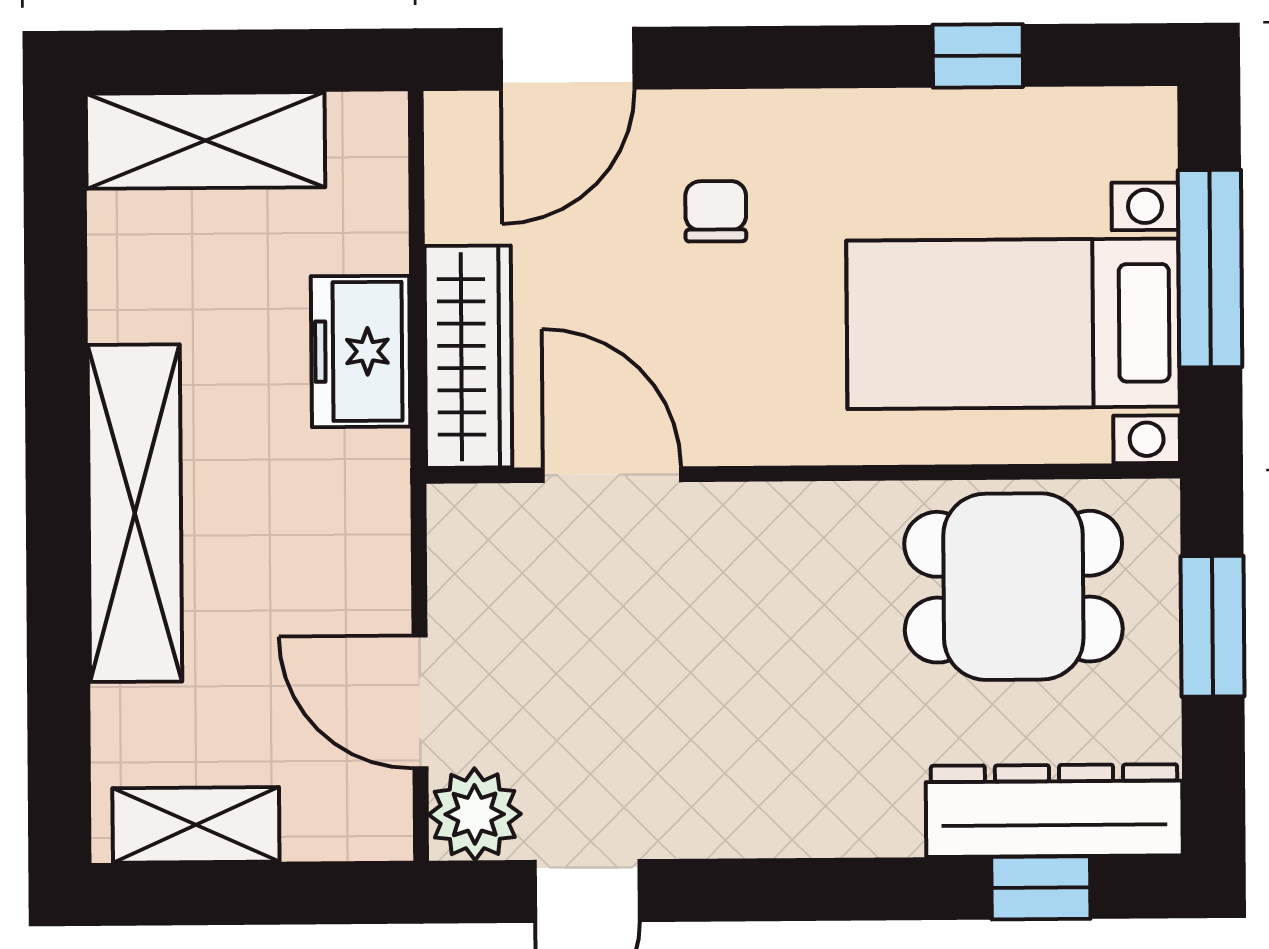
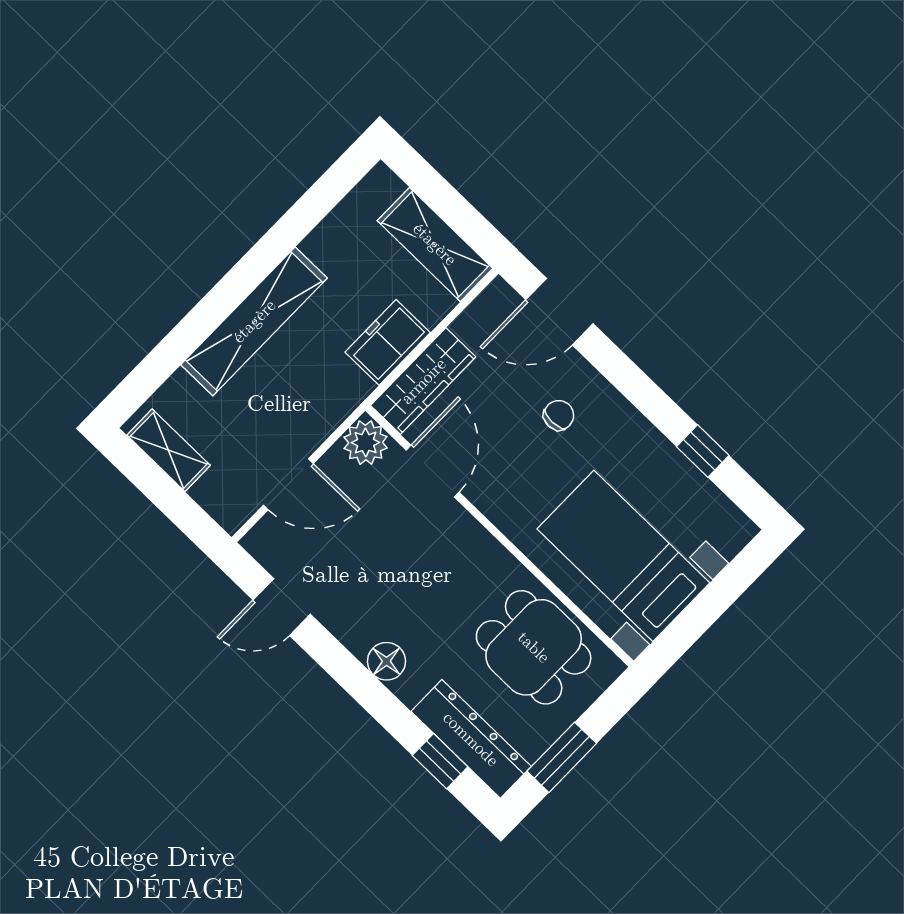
shelving: (206, 140) -> (435, 244), moved
window: (1210, 269) -> (711, 604), removed
window: (1213, 626) -> (562, 757), moved
door: (420, 702) -> (288, 484), swing flipped
plant: (475, 814) -> (366, 443), moved
floor lamp: (819, 819) -> (386, 661), added

